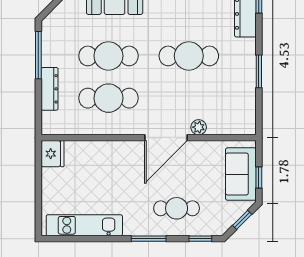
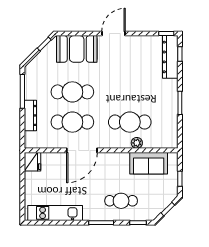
cafe table: (189, 56) -> (130, 122), moved
door: (166, 138) -> (82, 150), moved
sofa: (241, 174) -> (149, 163), moved, turned -90

